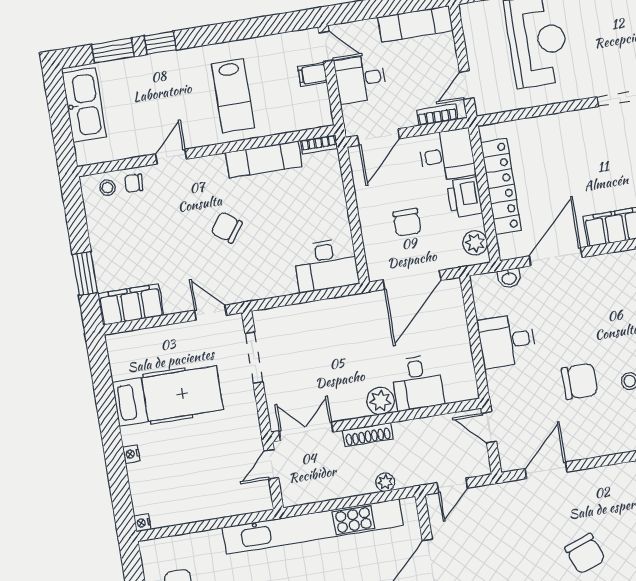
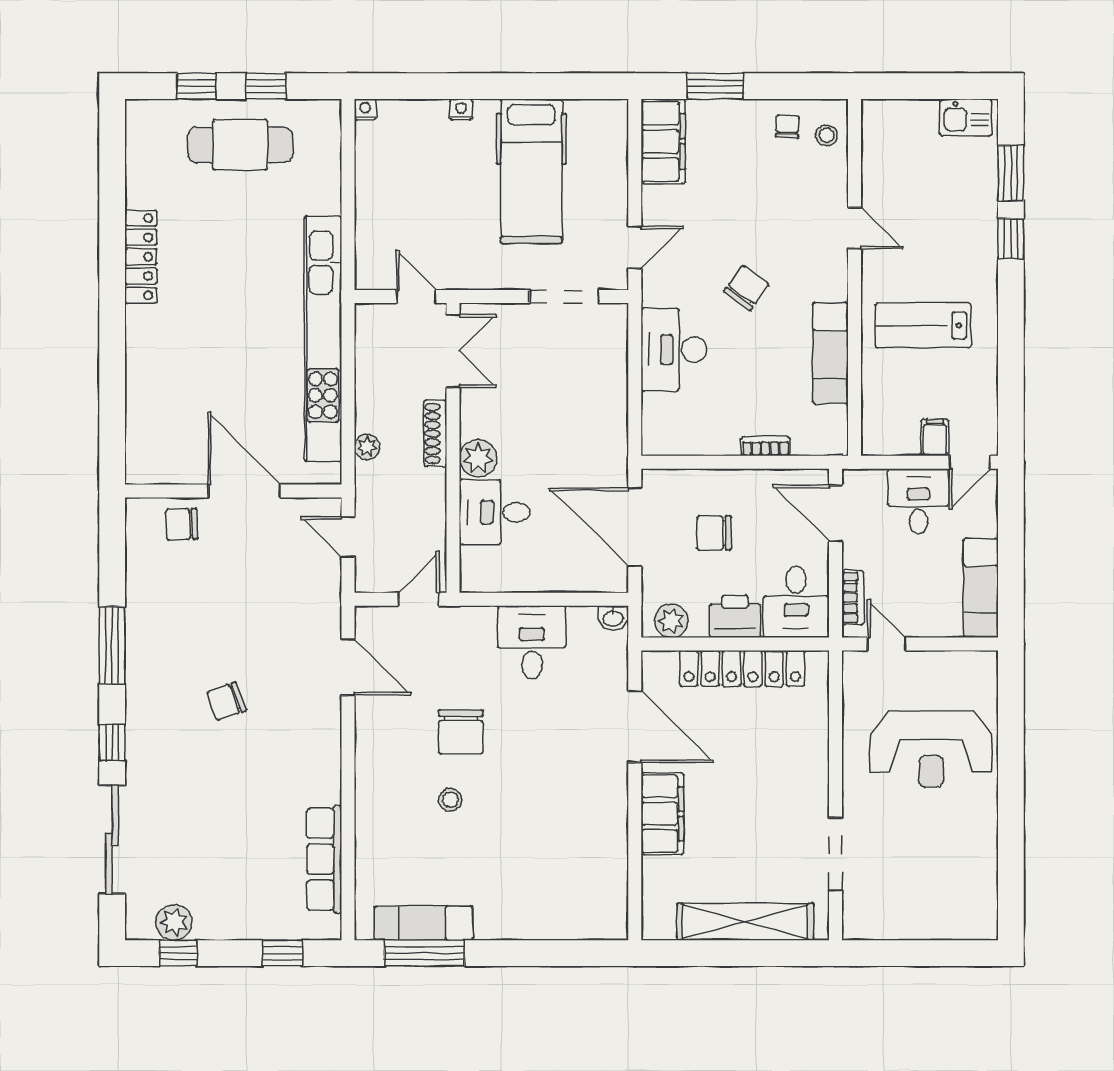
kitchen sink: (84, 105) -> (966, 118), width x0.53, depth x0.81
bookcase: (319, 145) -> (766, 446), moved, turned 90
chair: (134, 183) -> (787, 126), moved
desk: (326, 265) -> (674, 350), moved
washbasin: (509, 278) -> (613, 618), moved, turned -90
chair: (585, 554) -> (227, 701), width x0.73, depth x0.73

